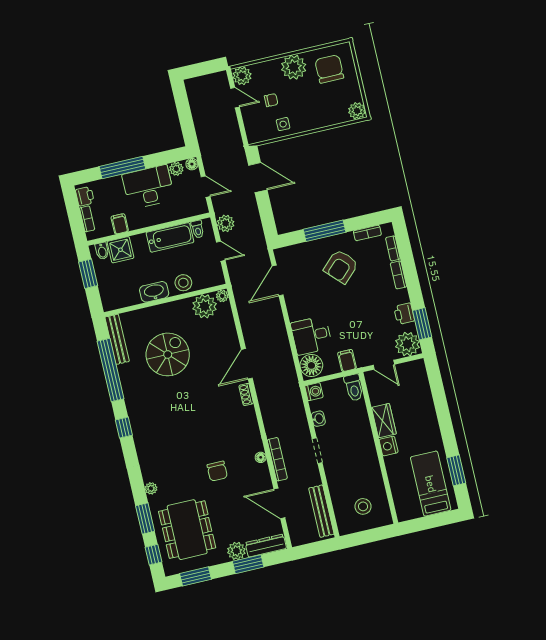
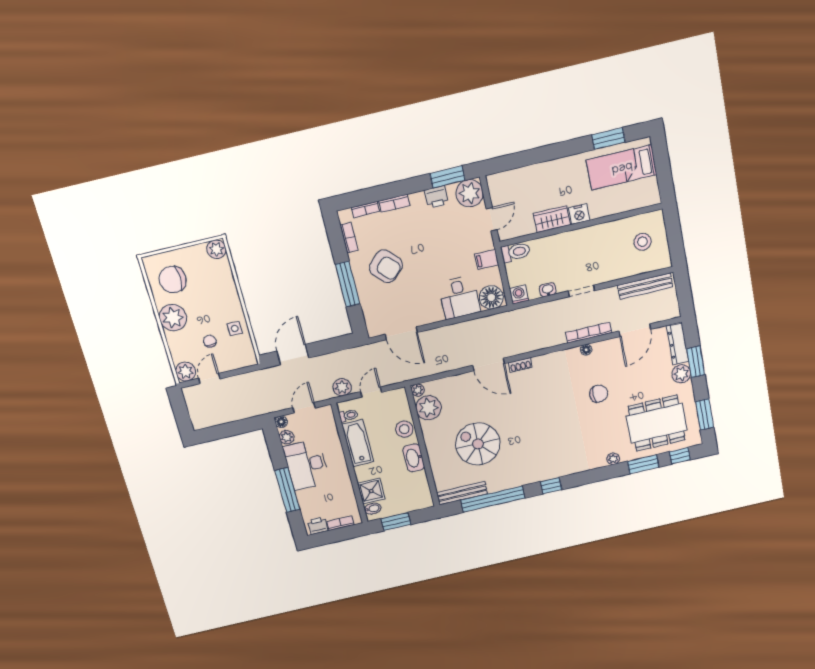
filing cabinet: (120, 224) -> (345, 492), removed

